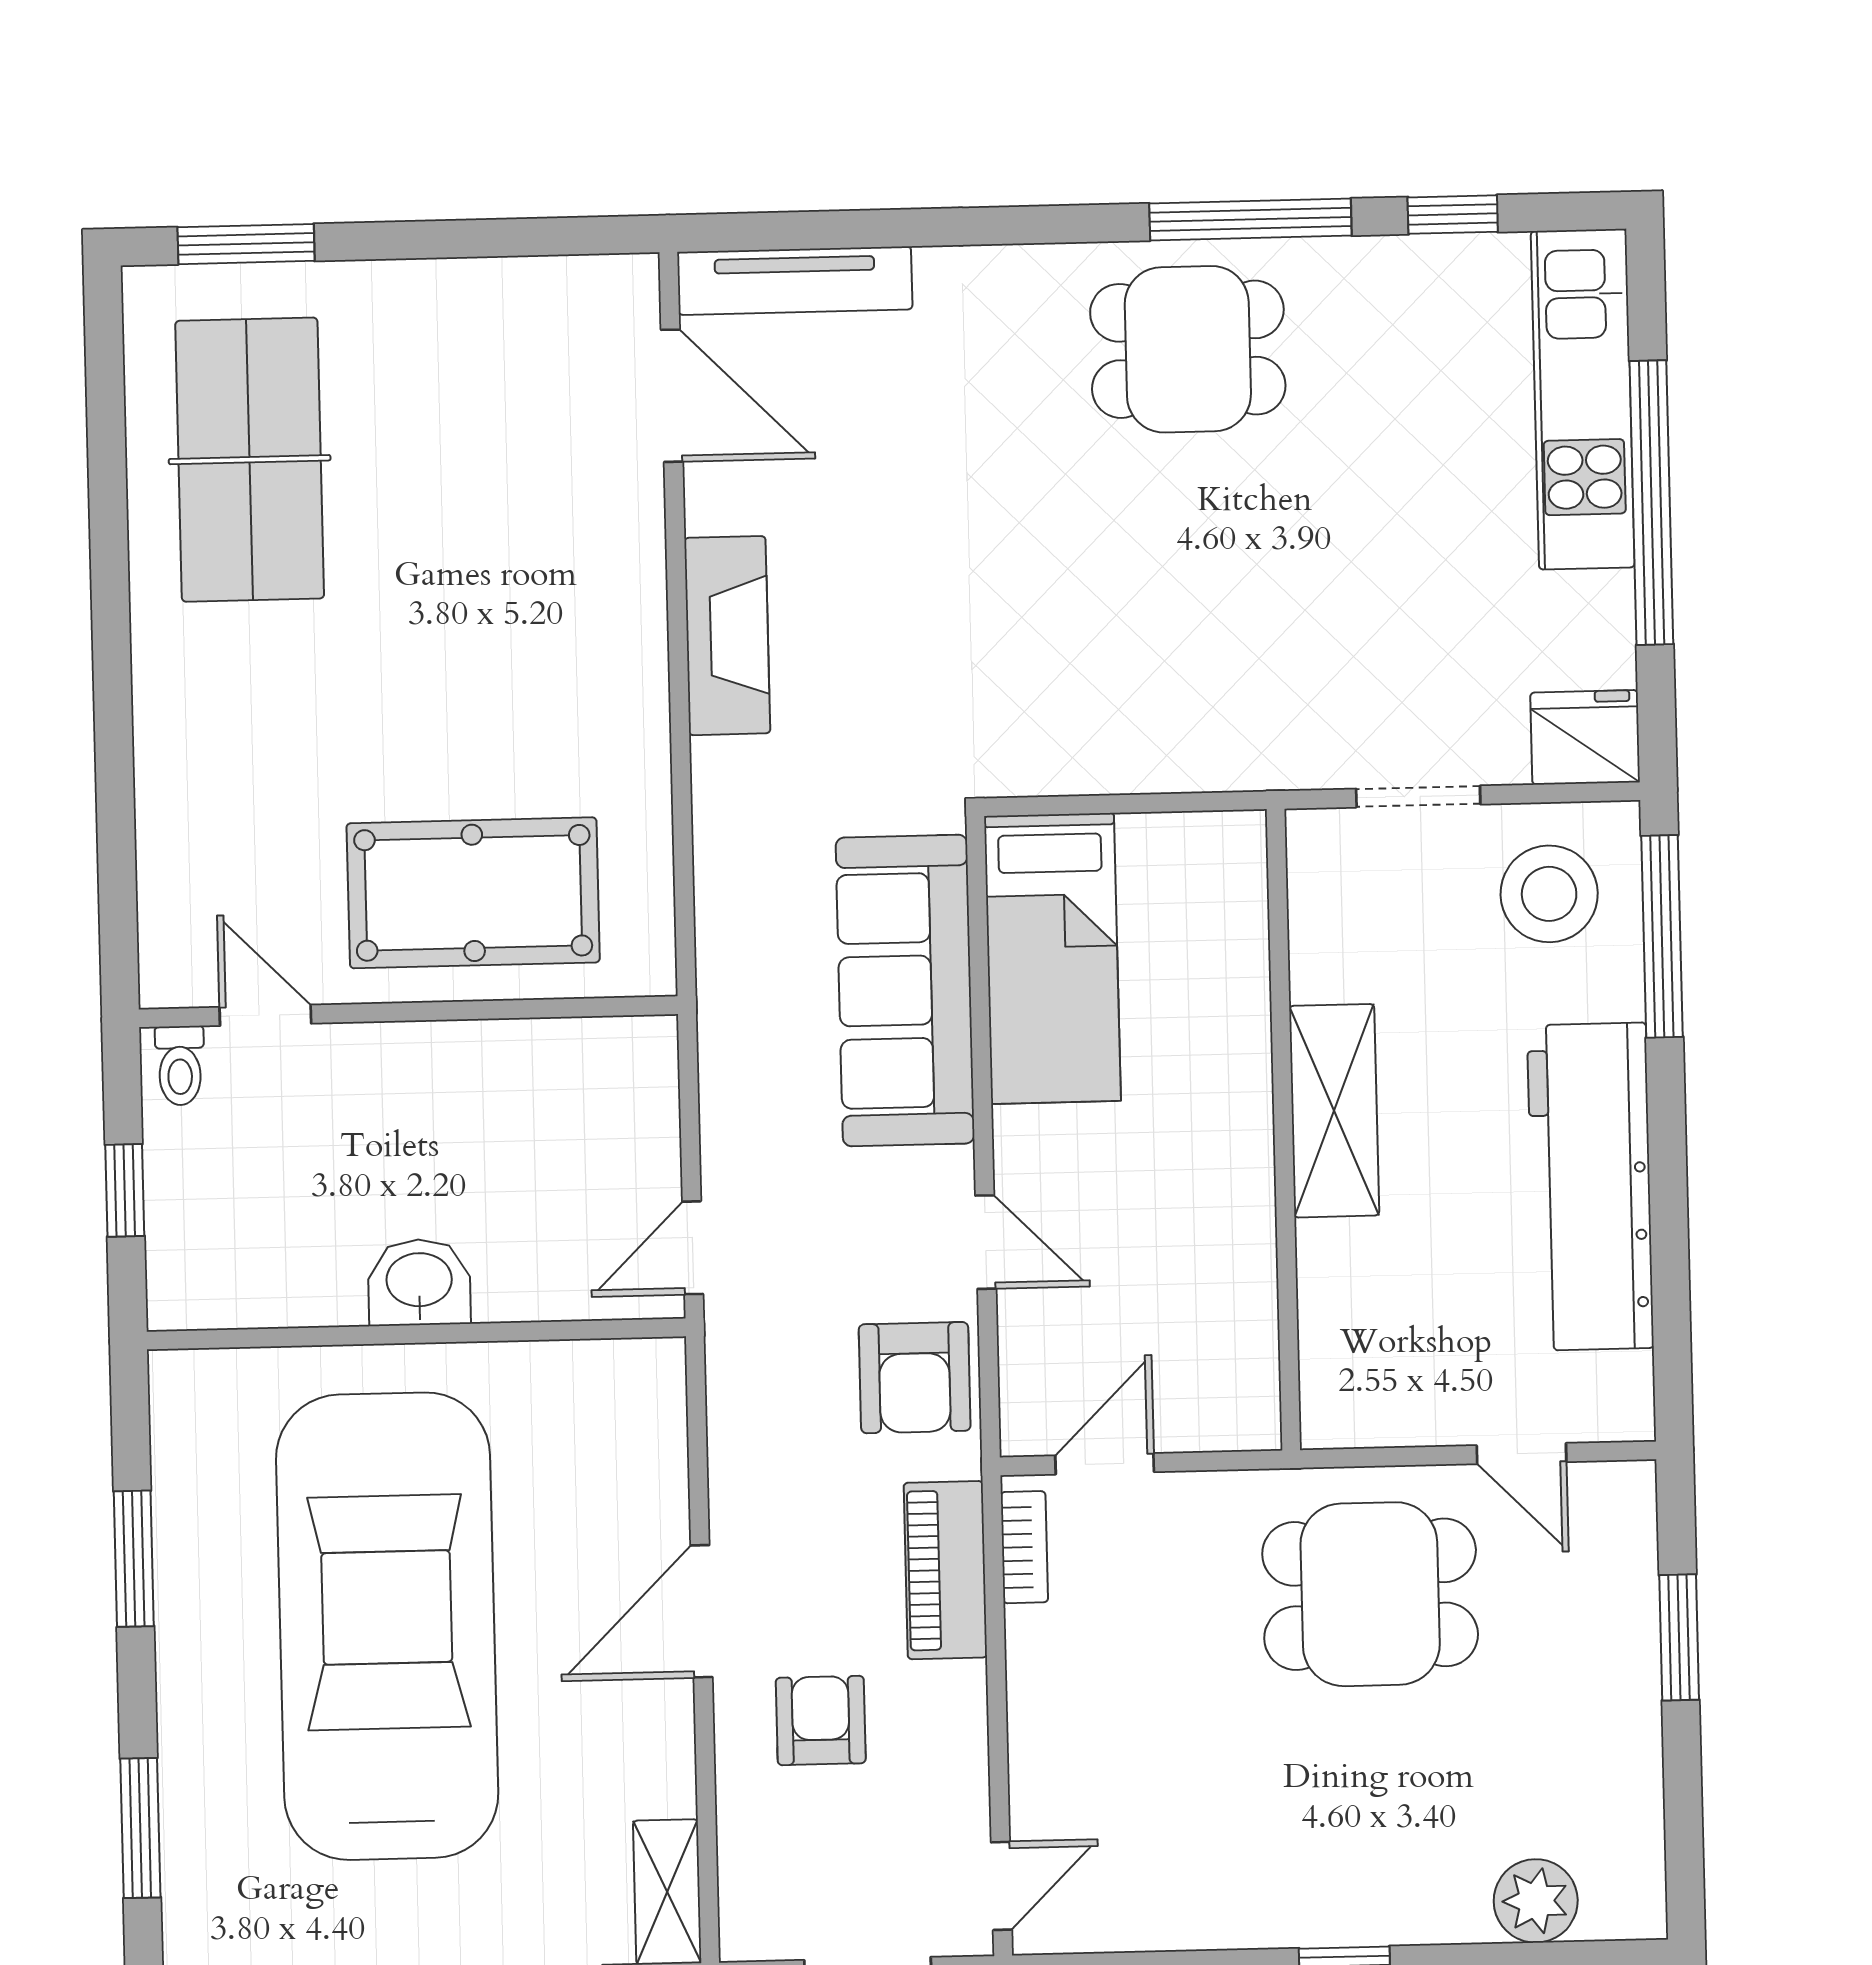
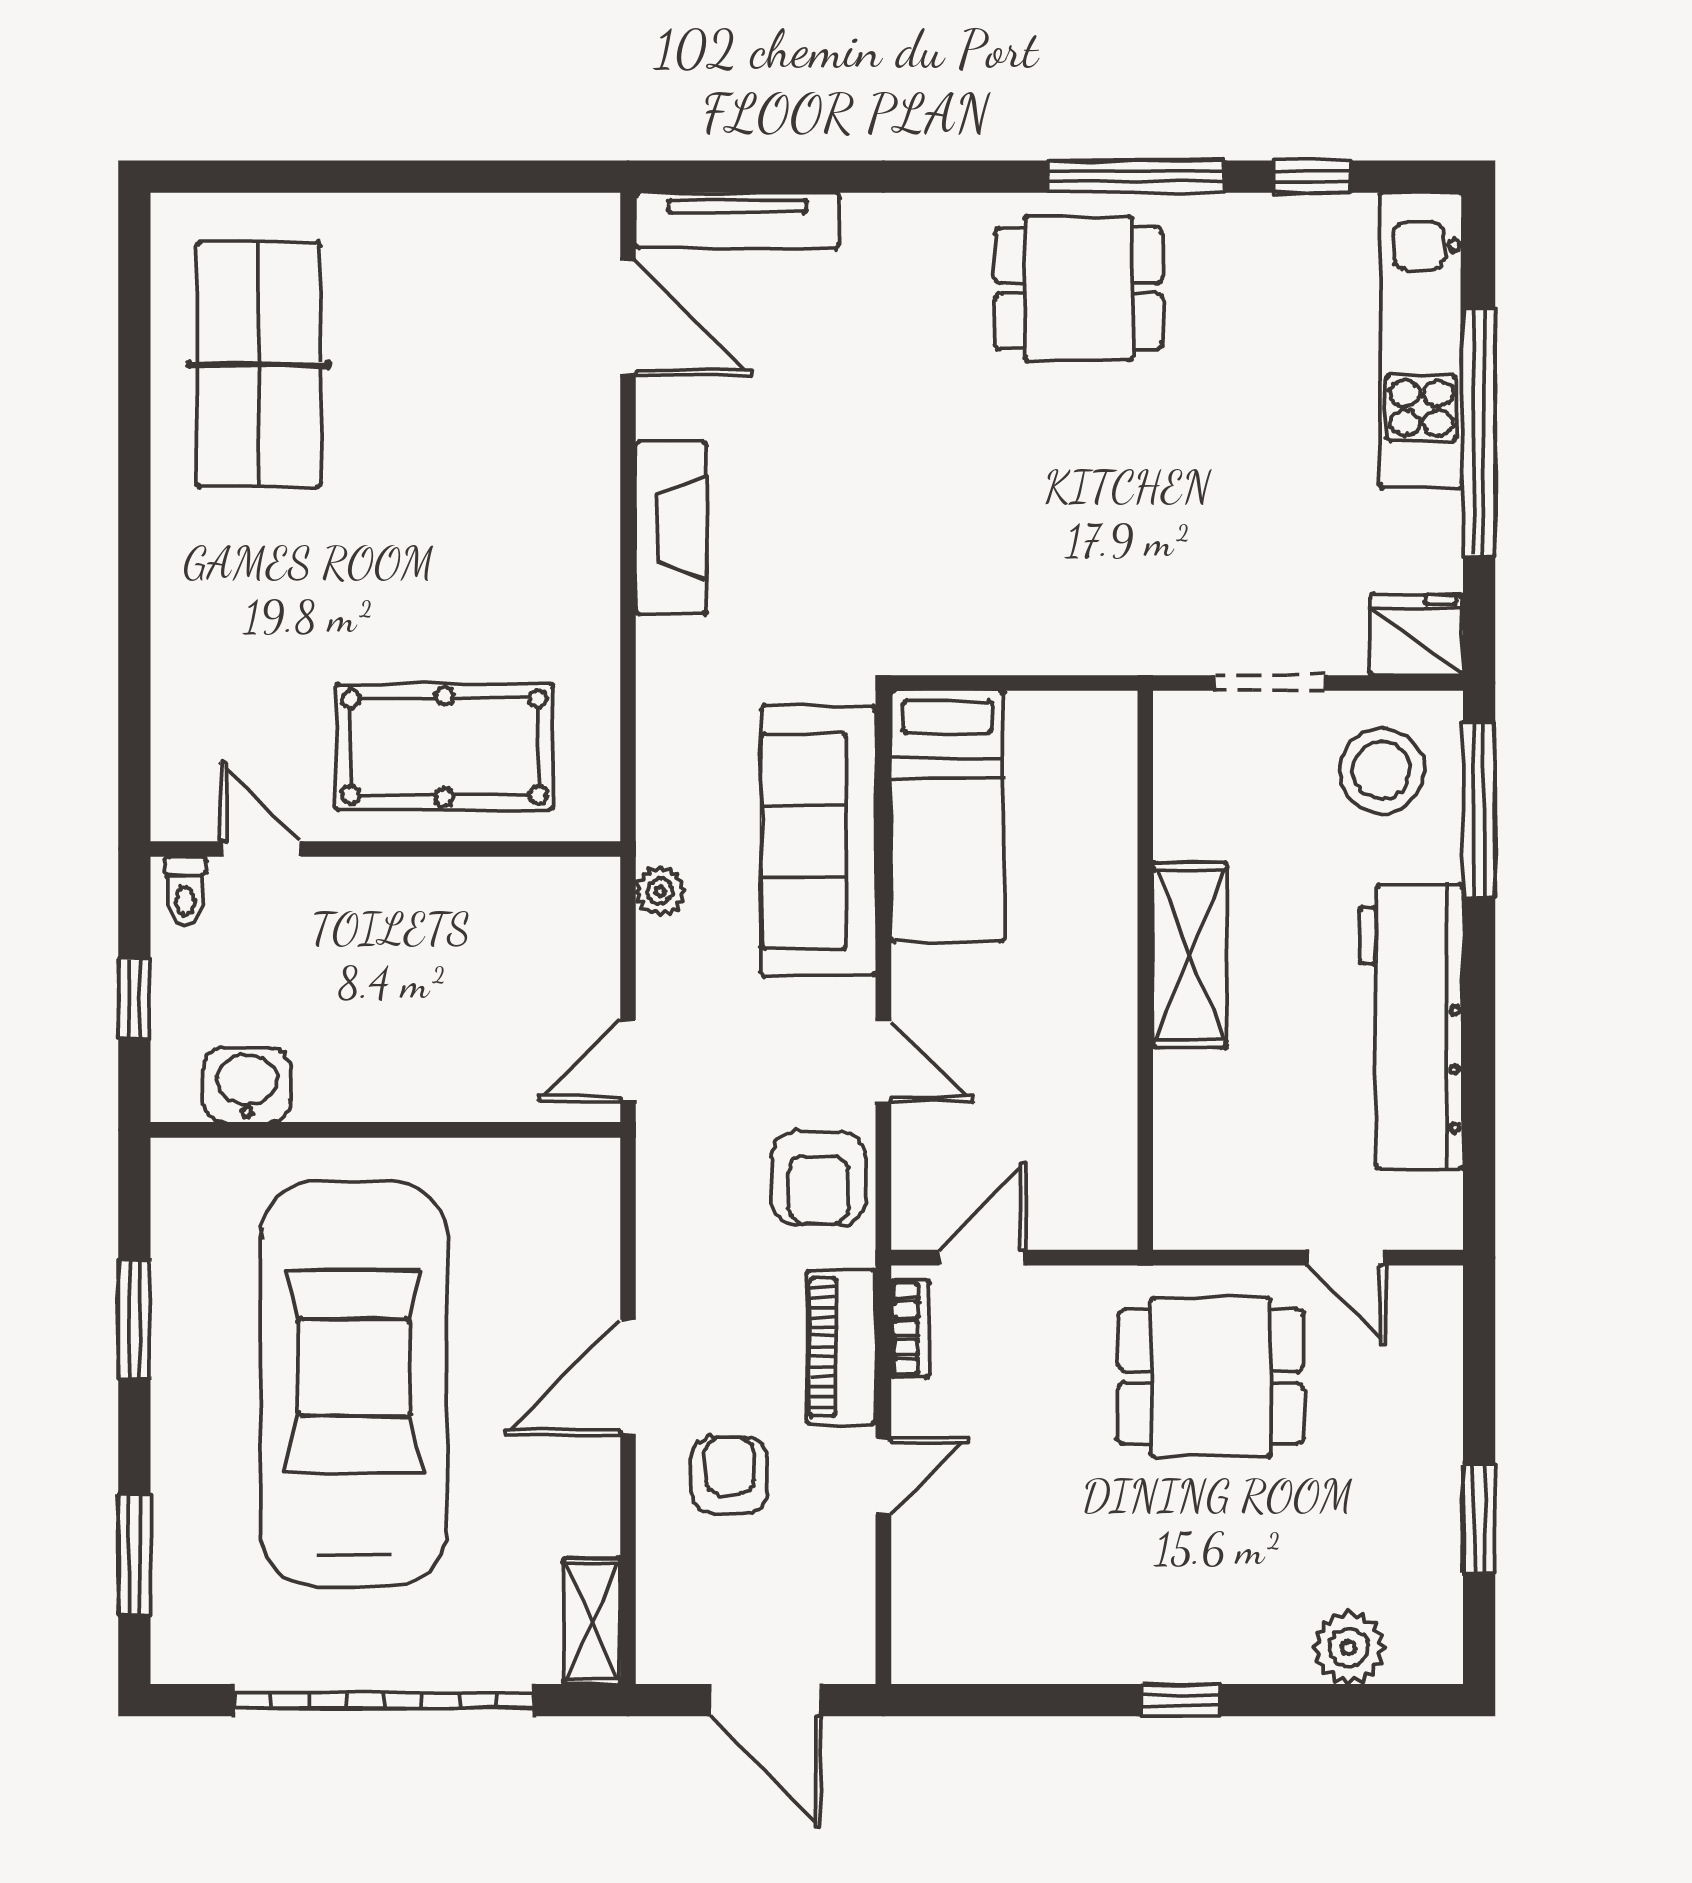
window: (246, 244) -> (260, 177), removed
plant: (725, 1052) -> (660, 891), added
washbasin: (419, 1282) -> (247, 1085), moved
window: (1679, 1637) -> (1479, 1518), moved
door: (1001, 1886) -> (883, 1476), moved

